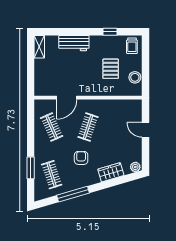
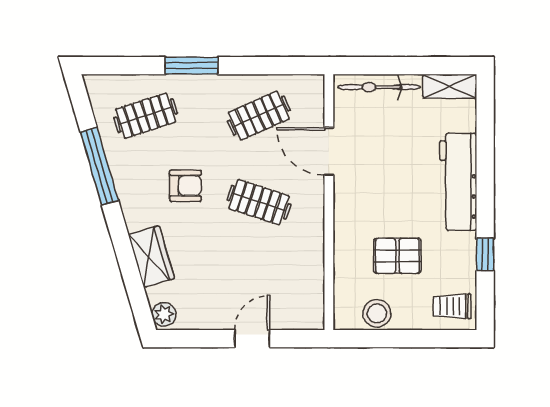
workbench: (74, 43) -> (458, 182), width x1.38
bicycle: (40, 76) -> (379, 87), added
window: (31, 168) -> (192, 66), moved

